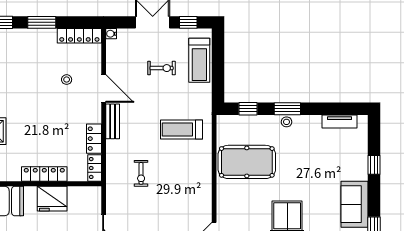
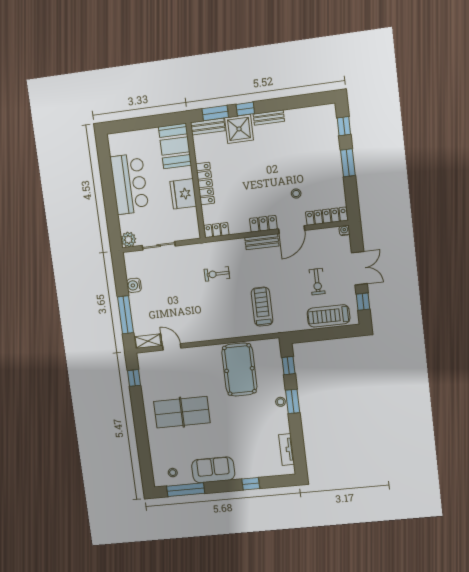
locker: (79, 36) -> (327, 216), moved, turned 90
locker: (94, 139) -> (263, 224), moved

